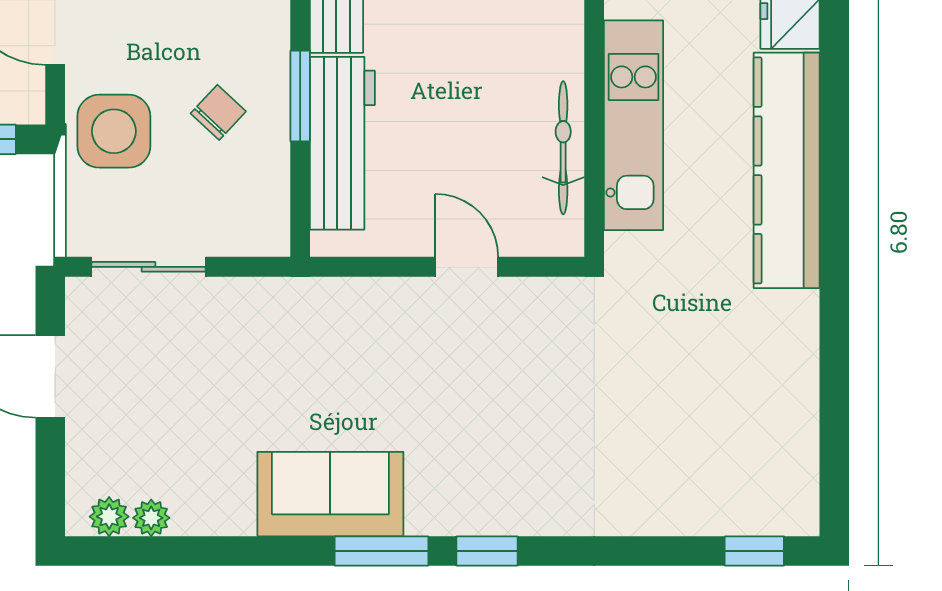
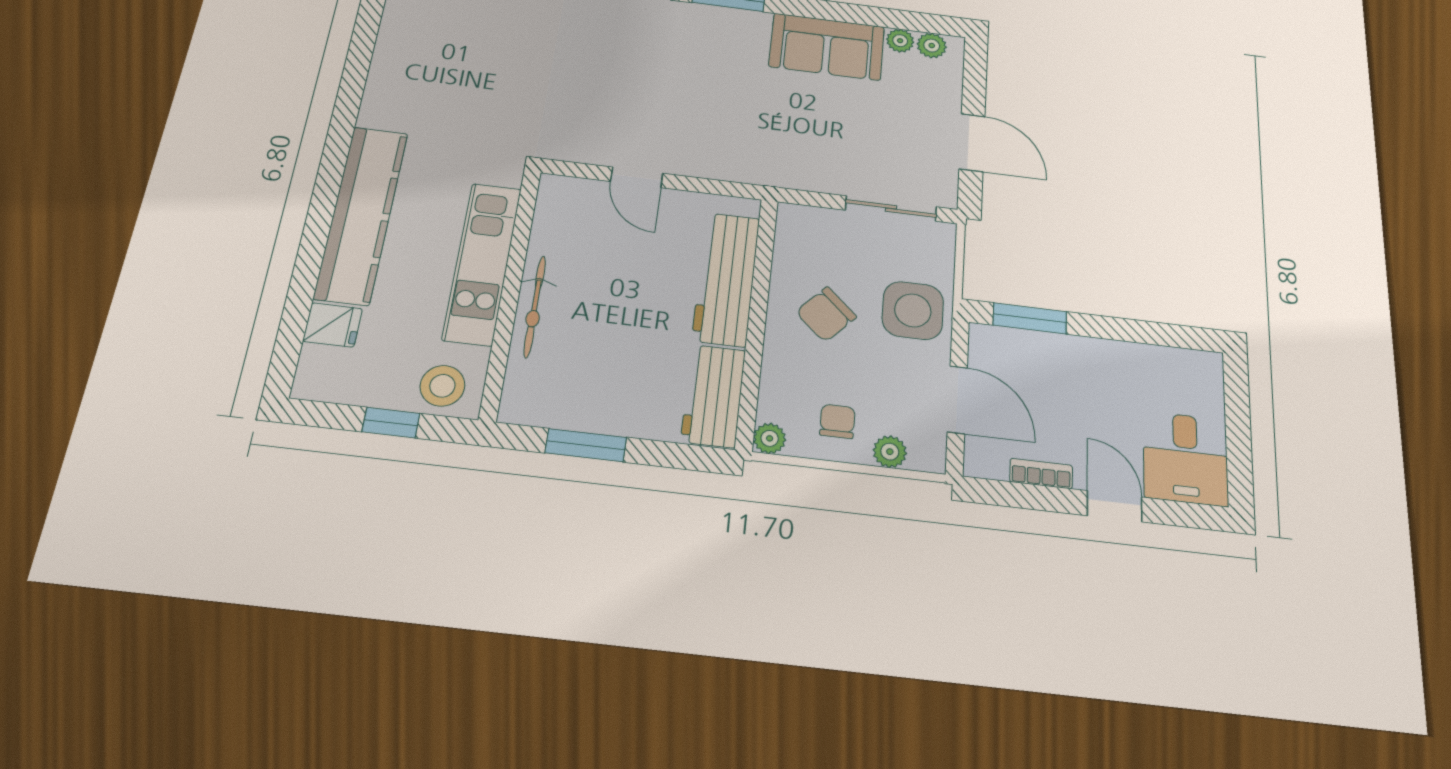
window: (300, 96) -> (757, 319), removed
chair: (218, 112) -> (826, 314), width x1.37, depth x1.37
bicycle: (563, 148) -> (535, 306), moved
sofa: (330, 494) -> (827, 47), moved

